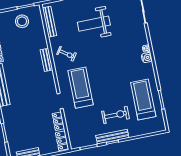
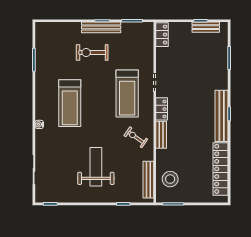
stool: (22, 21) -> (170, 179), moved
weight bench: (94, 24) -> (96, 167), turned -90
water cooler: (147, 58) -> (41, 113), removed
treadmill: (143, 99) -> (70, 103), moved
locker: (58, 121) -> (162, 109), moved

